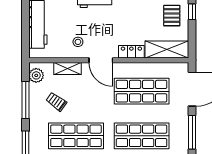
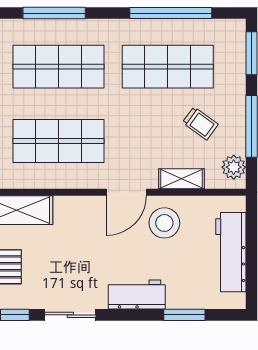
stool: (78, 42) -> (164, 223), width x1.89, depth x1.89
locker: (131, 52) -> (75, 206), removed
door: (101, 60) -> (126, 192), swing flipped

